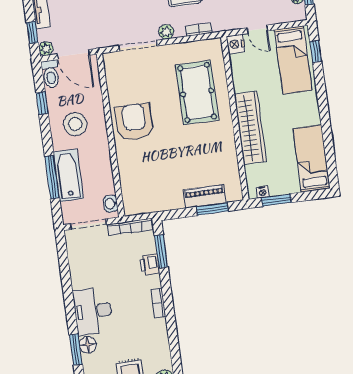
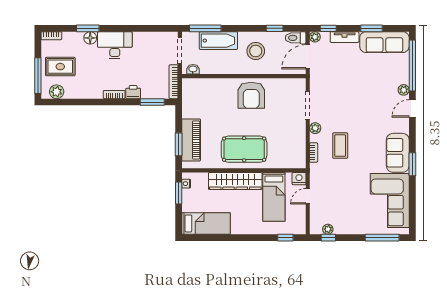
bed: (293, 60) -> (274, 197), moved, turned -90
pool table: (197, 92) -> (244, 149), moved
armchair: (134, 122) -> (251, 95), turned 90
window: (52, 177) -> (205, 28), moved
piano: (205, 196) -> (191, 140), width x1.37, depth x1.33
printer: (150, 265) -> (133, 92), moved

